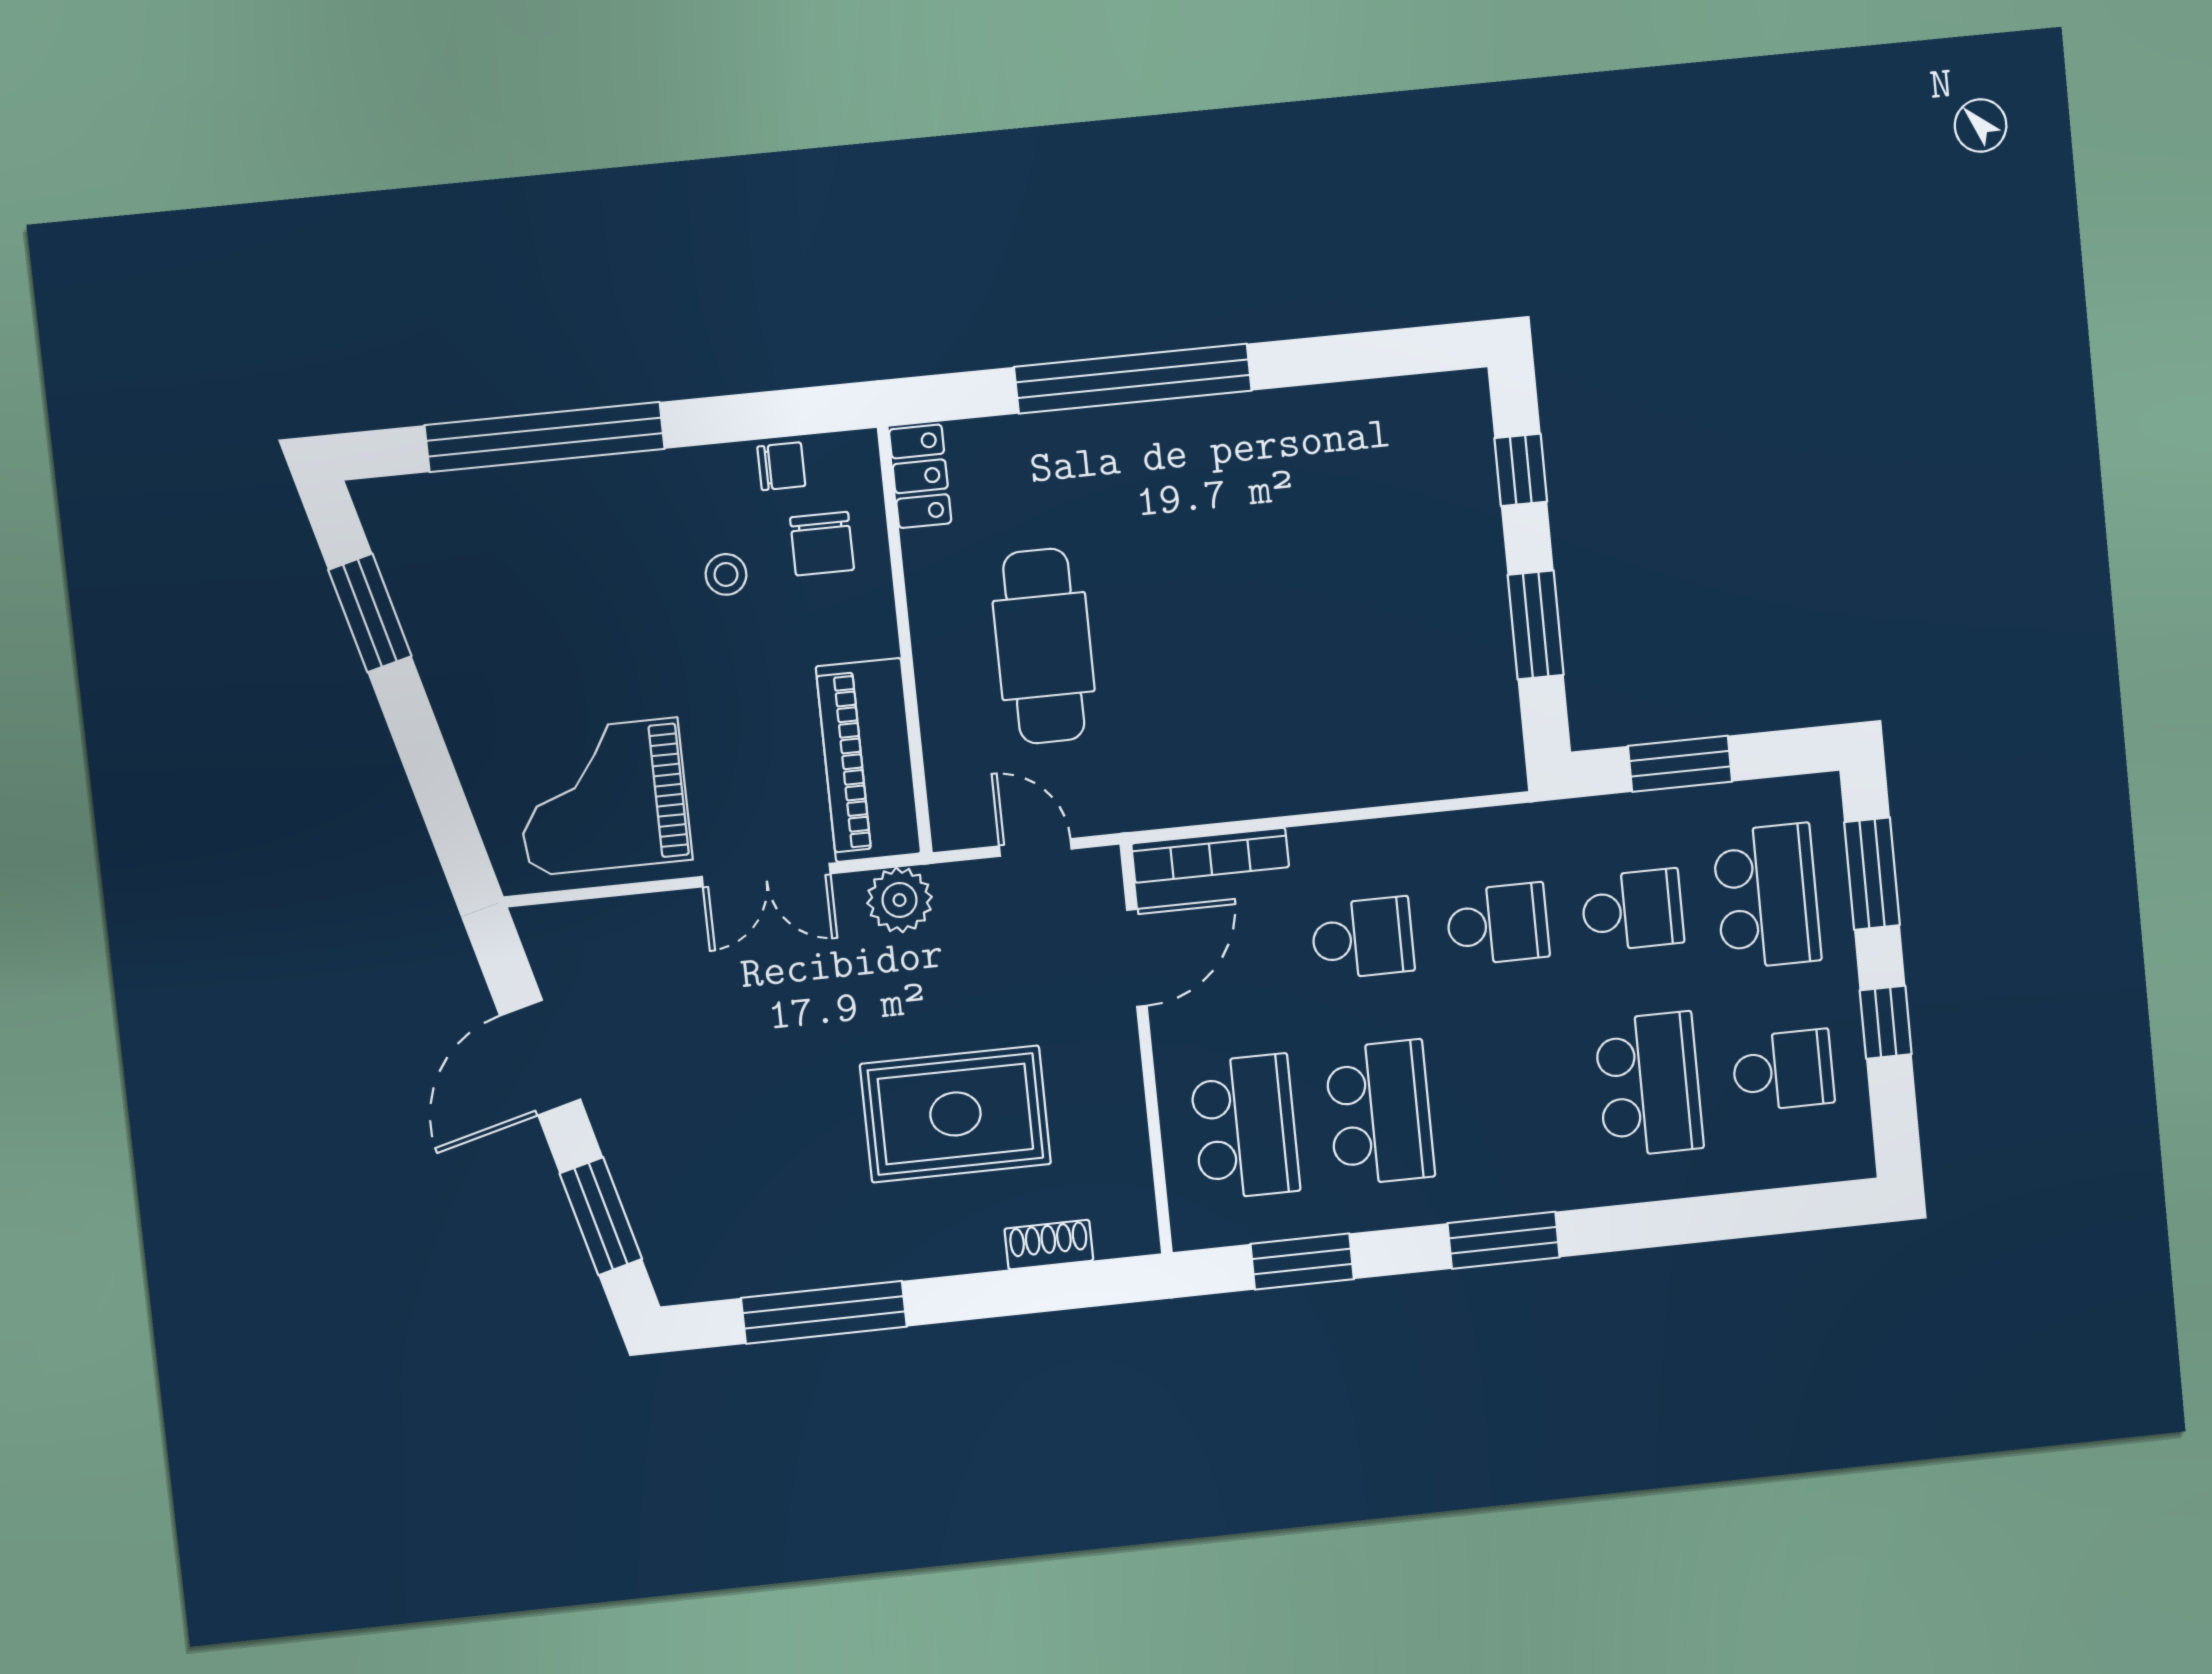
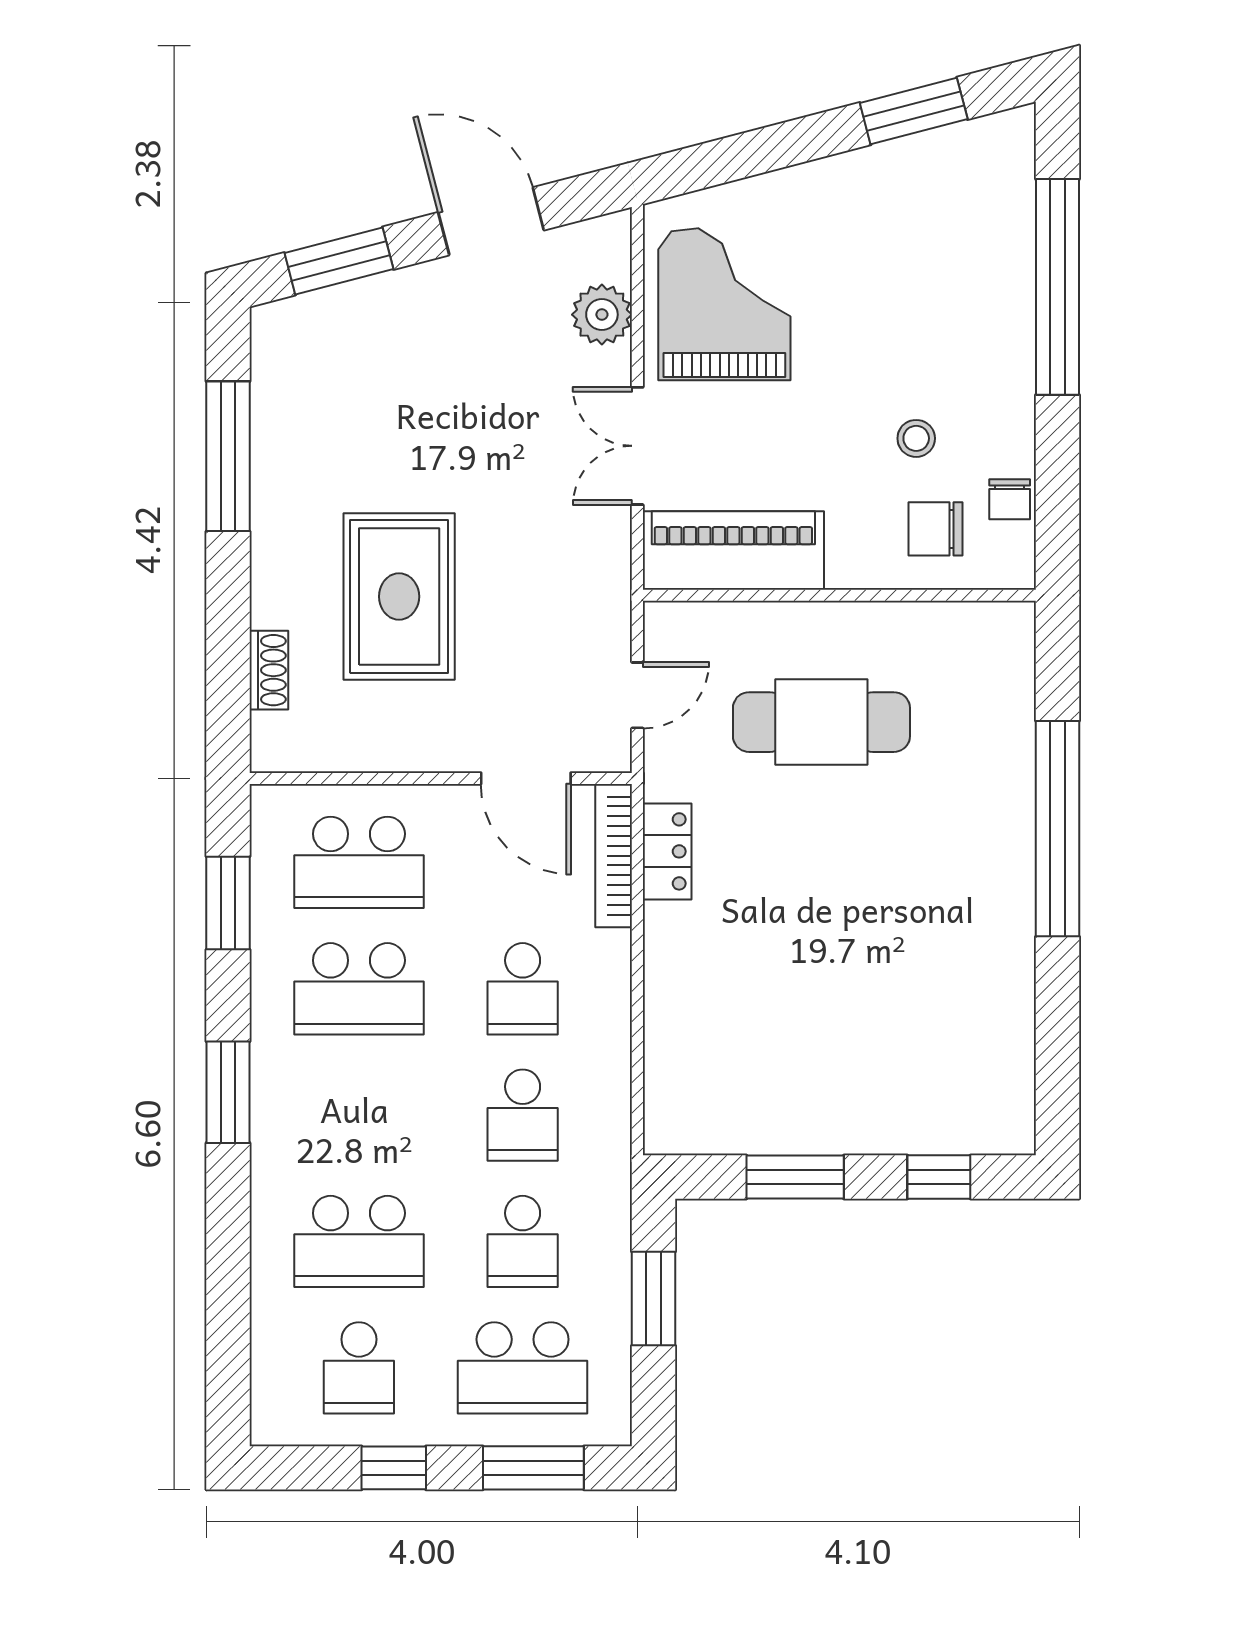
locker: (920, 476) -> (667, 851), moved, turned -90
plant: (900, 900) -> (602, 315), moved

